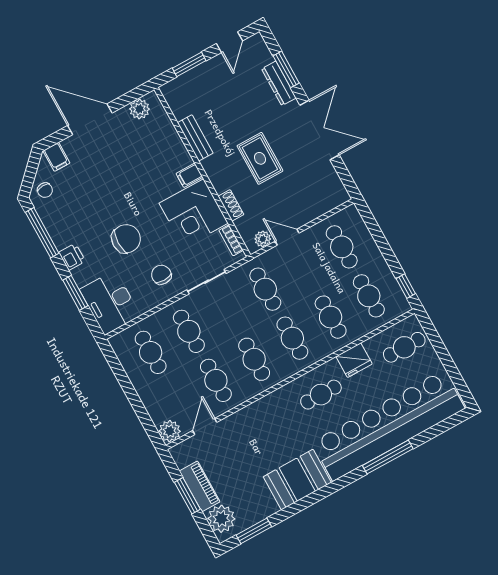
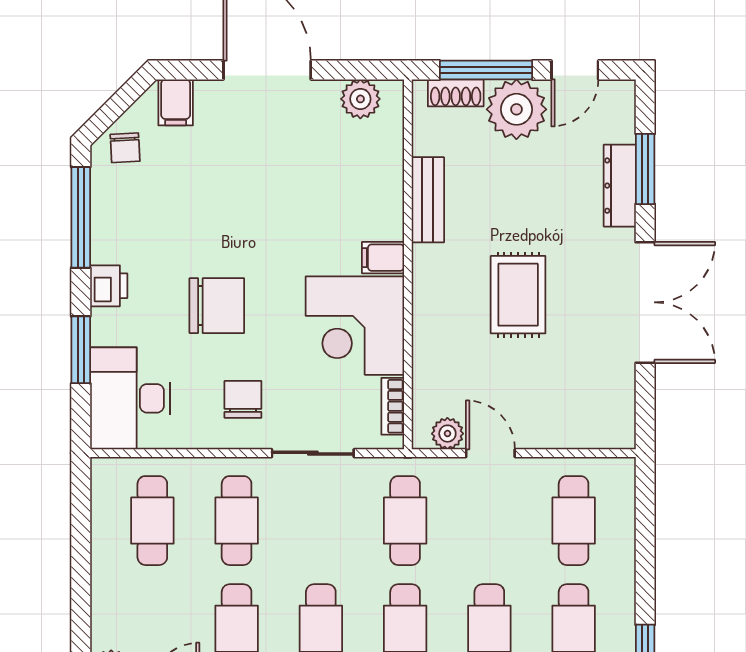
window: (189, 64) -> (486, 70), width x1.44
plant: (213, 75) -> (516, 109), added
shoe rack: (231, 205) -> (456, 93), moved, turned 90

